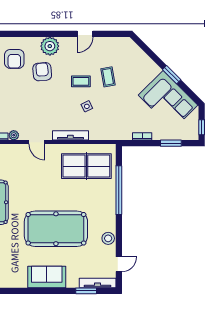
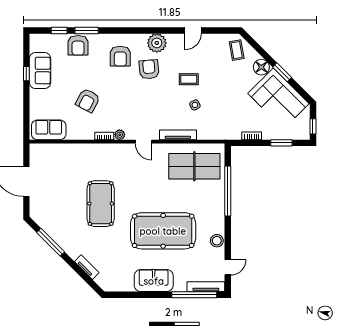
floor lamp: (151, 70) -> (261, 67), added
coffee table: (108, 77) -> (237, 50), moved
window: (86, 291) -> (194, 295), width x2.11

